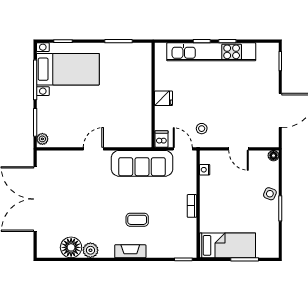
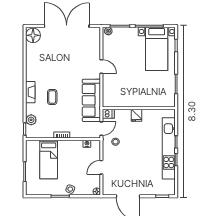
bed: (227, 245) -> (49, 160), moved
floor lamp: (71, 247) -> (33, 35), moved
plant: (90, 250) -> (31, 120), moved

